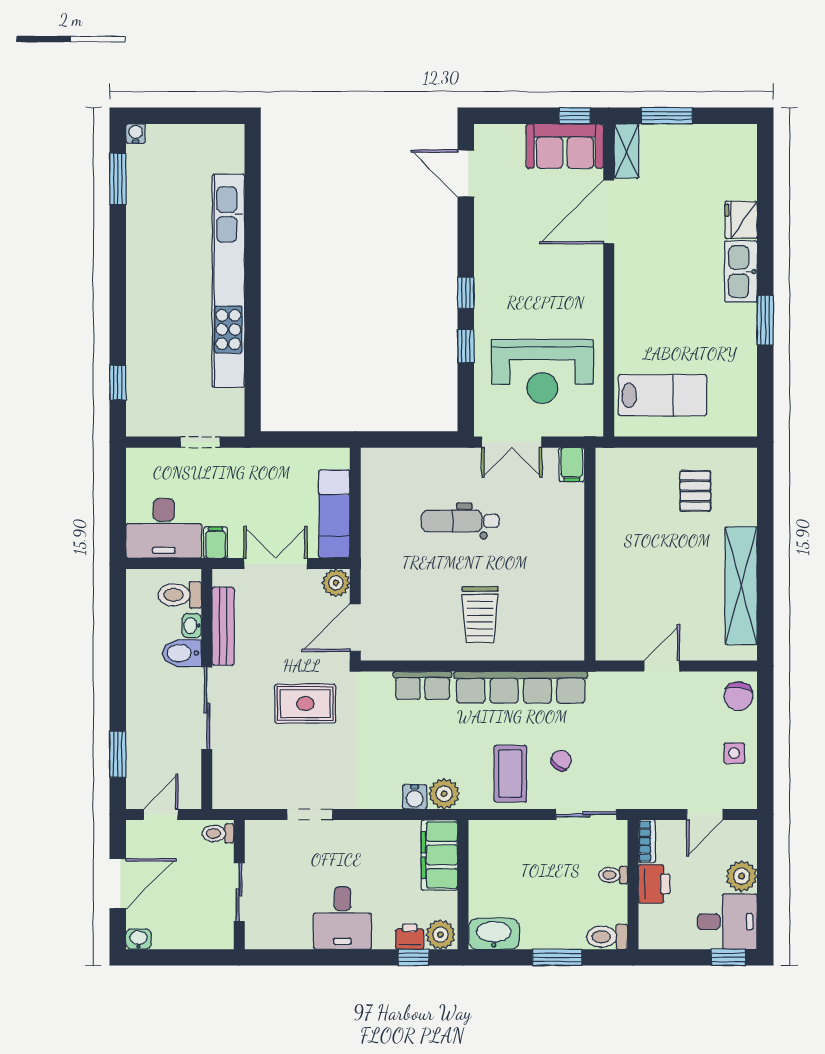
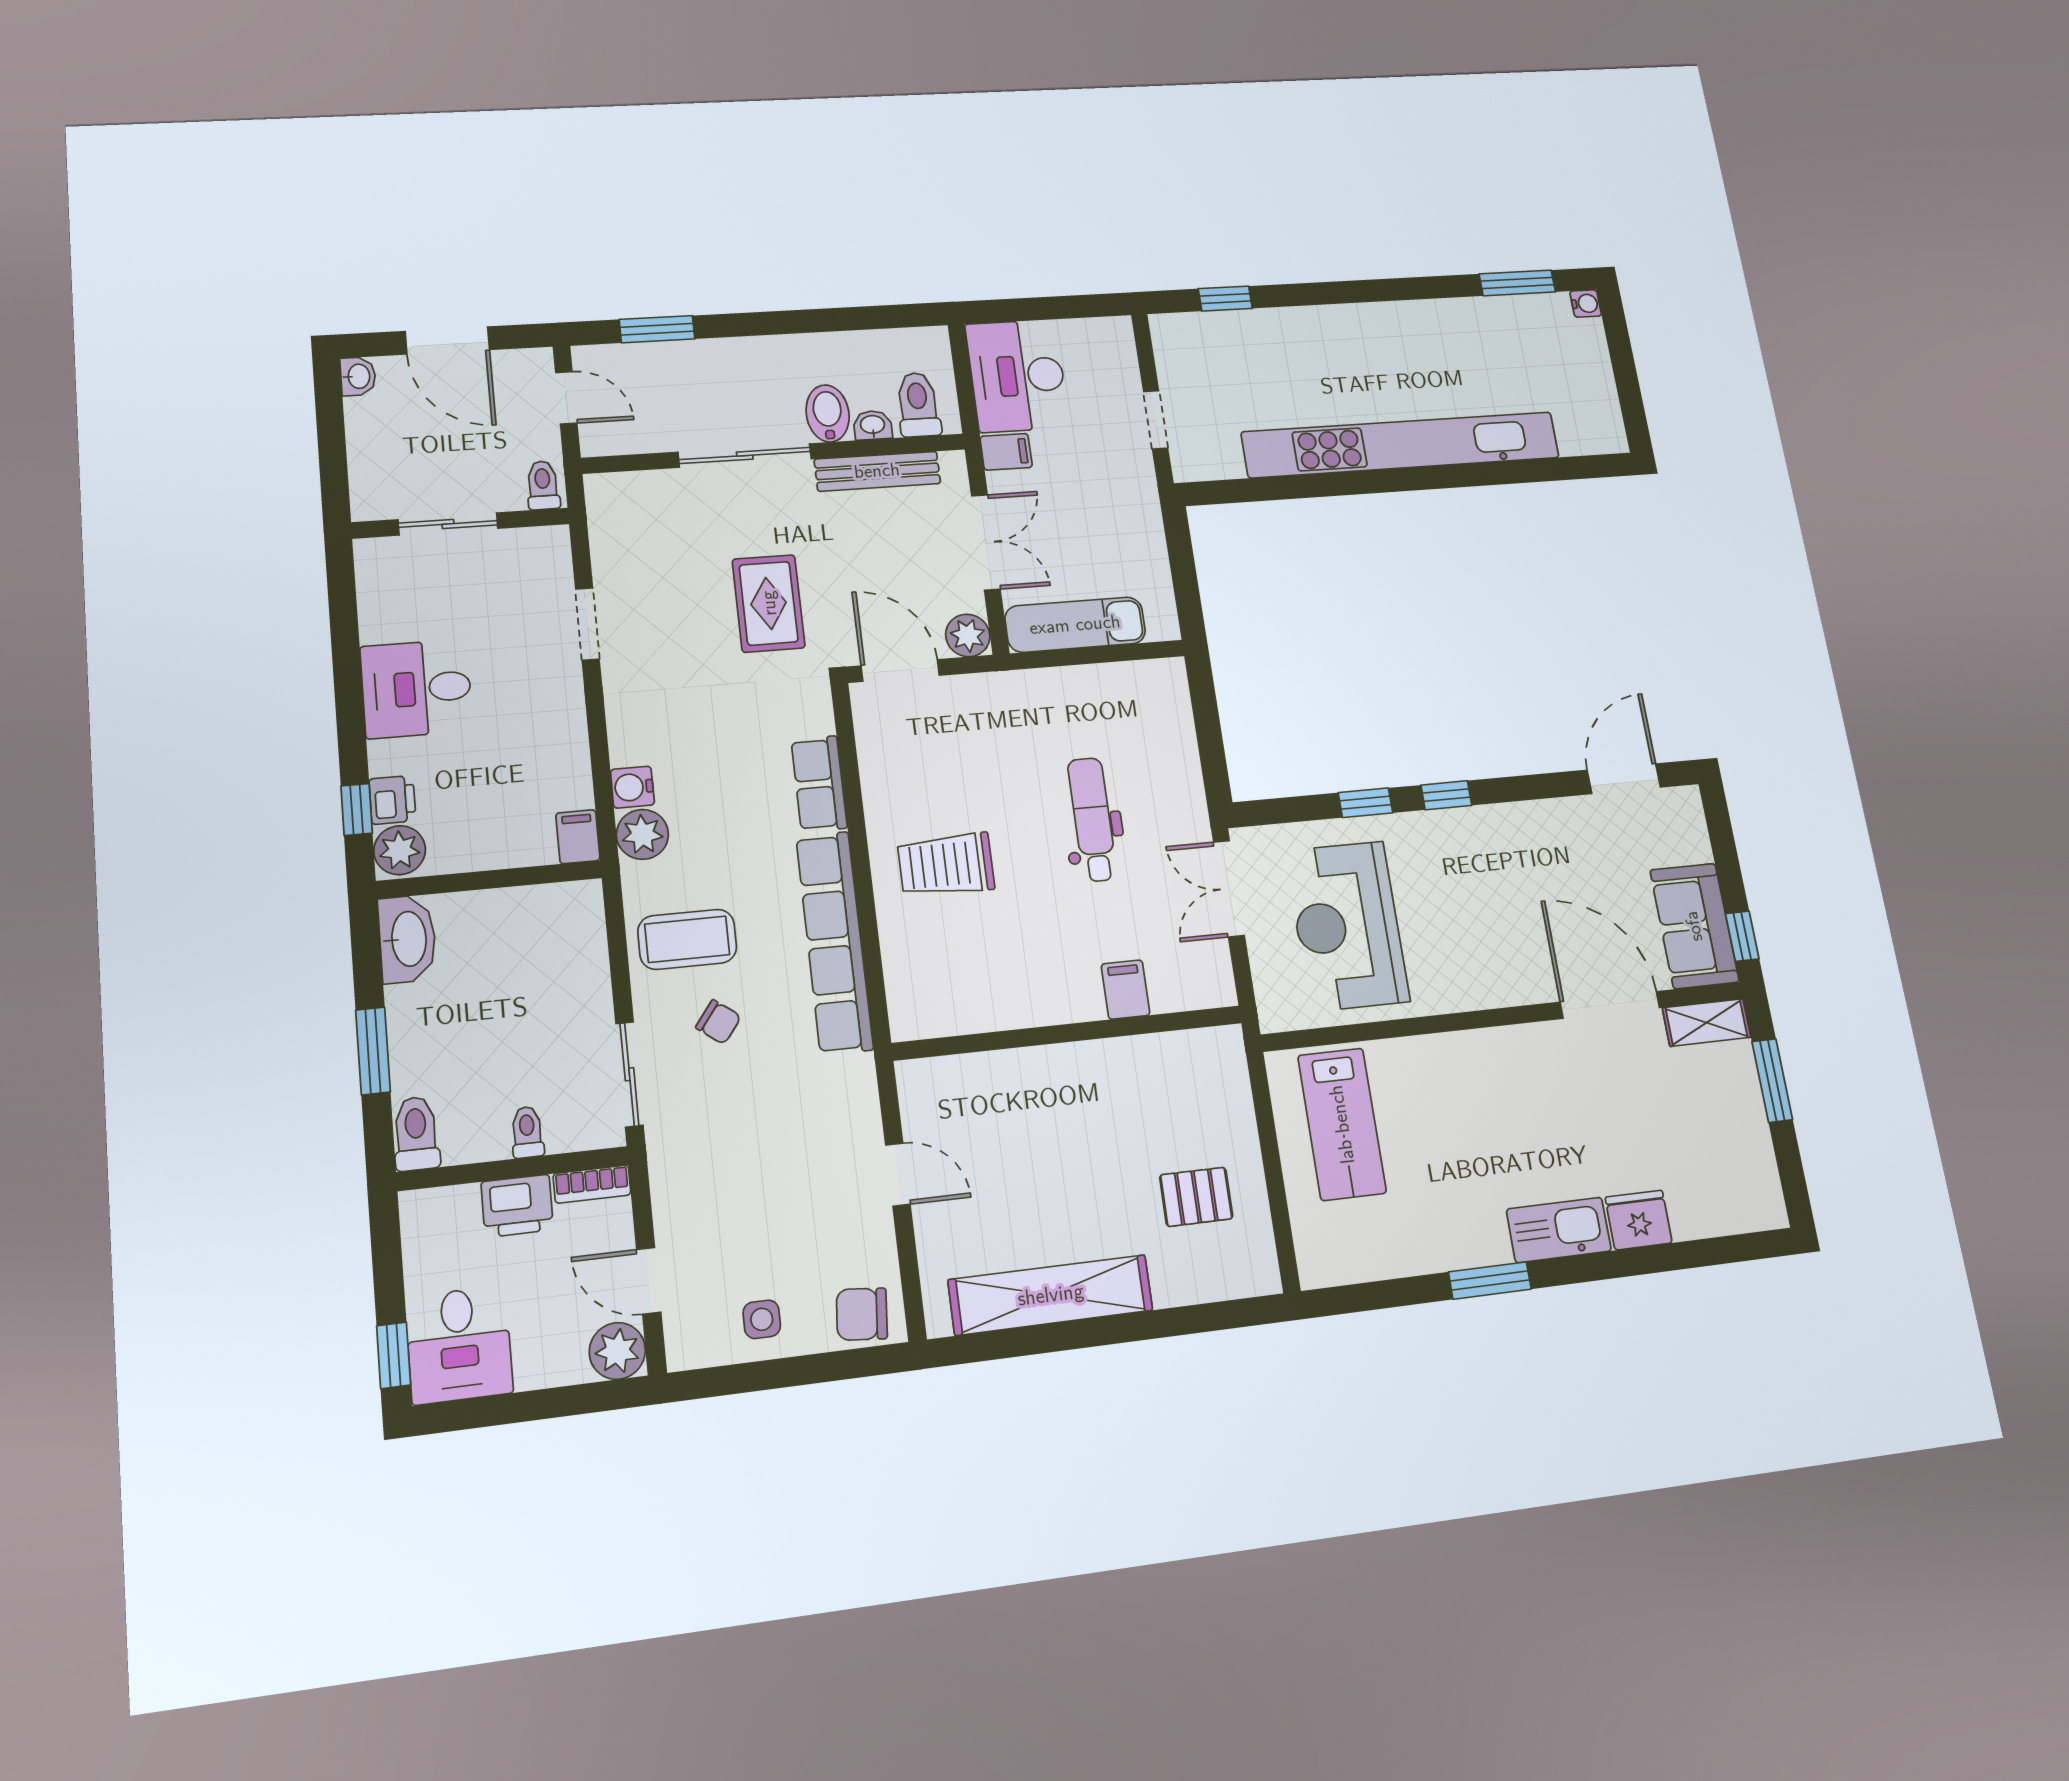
filing cabinet: (572, 465) -> (1126, 990), moved, turned 90
filing cabinet: (439, 855) -> (578, 837), width x0.33, depth x0.86
plant: (742, 876) -> (617, 1351), moved

